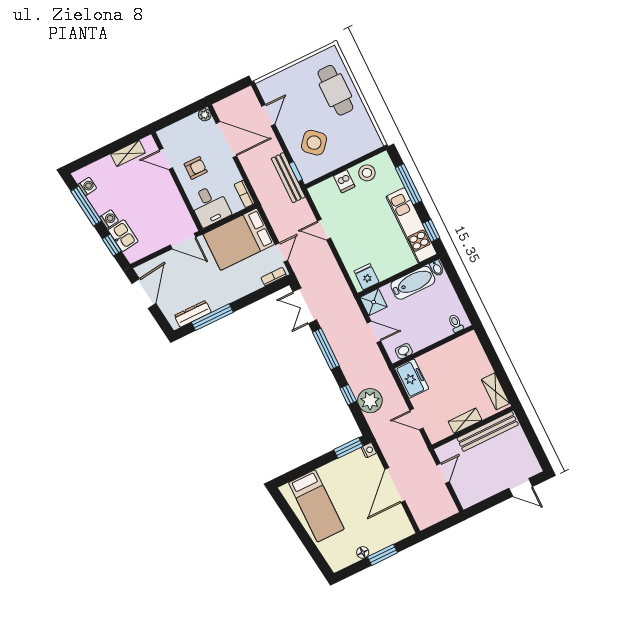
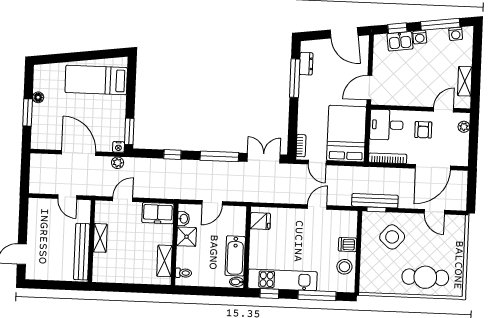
plant: (205, 115) -> (464, 127), moved
bookcase: (244, 194) -> (388, 158), width x1.56
shower: (374, 302) -> (187, 237), moved
dresser: (193, 314) -> (306, 64), width x0.70
shelving: (496, 391) -> (164, 261), moved, turned 90
plant: (370, 401) -> (118, 163), moved, width x0.53, depth x0.53

